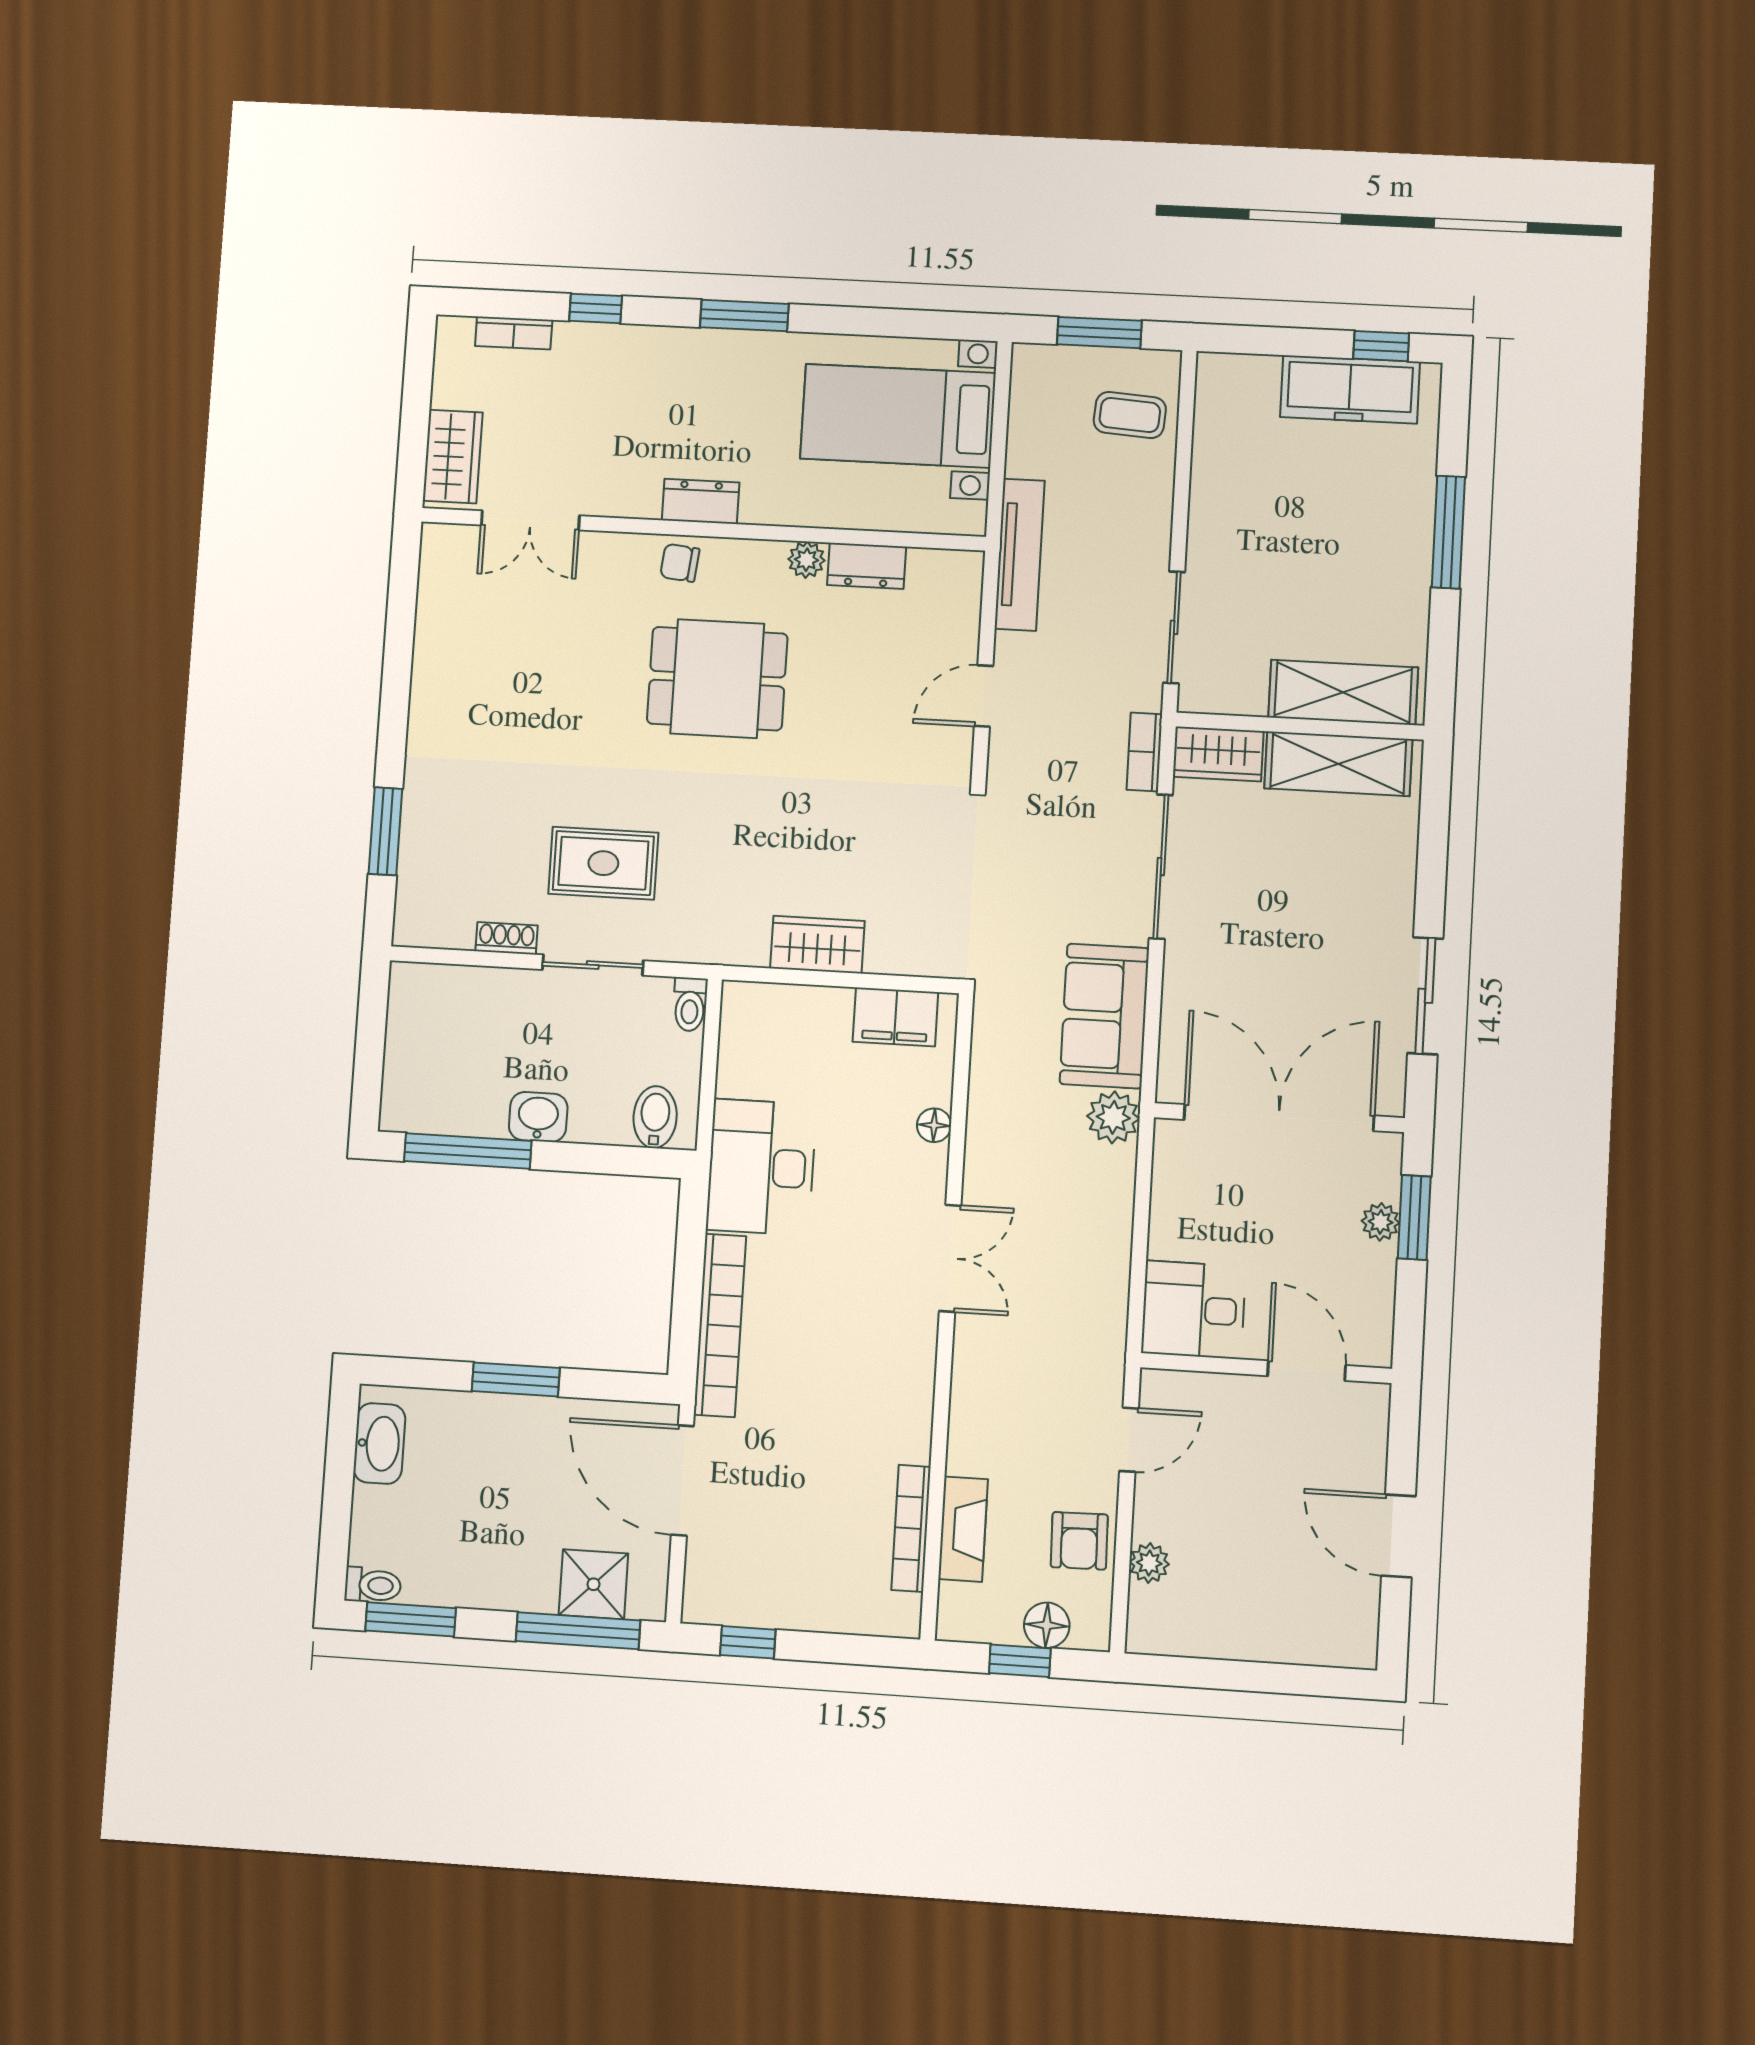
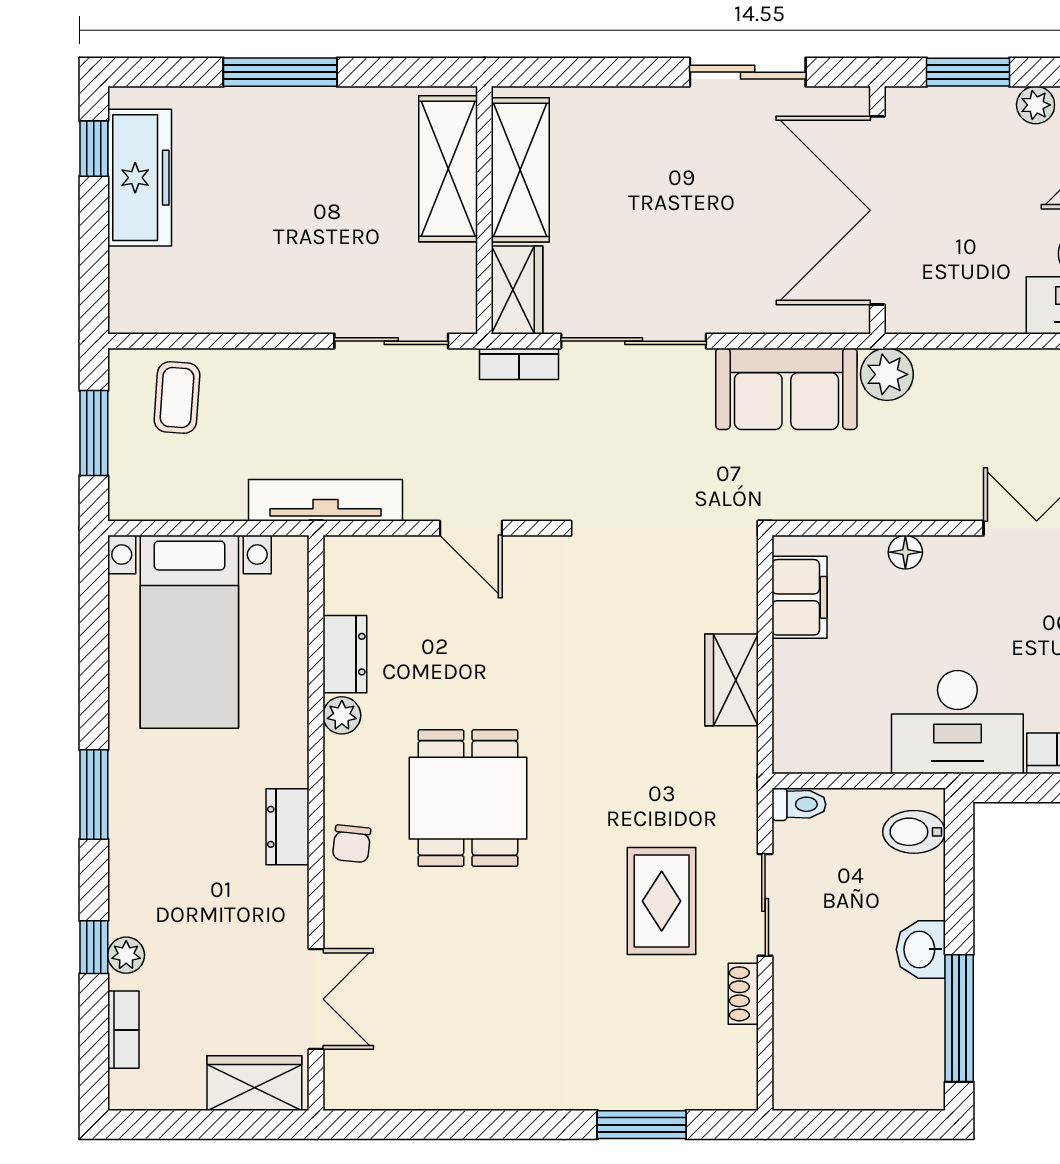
plant: (586, 339) -> (126, 955), added
plant: (1381, 1222) -> (1036, 105), moved

